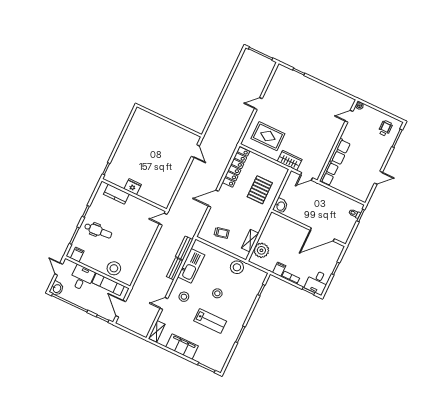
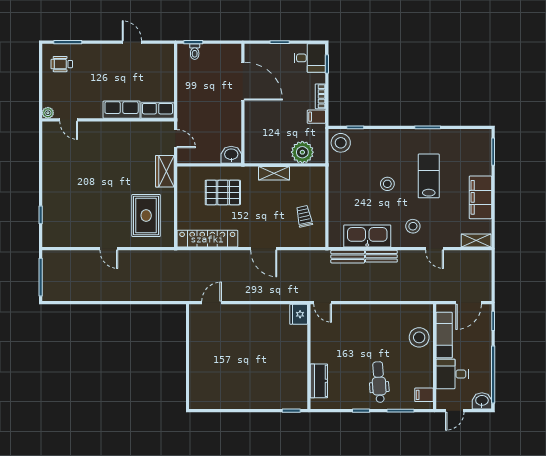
fridge: (133, 187) -> (299, 314), moved
shelving: (250, 241) -> (274, 173), moved
stool: (237, 267) -> (341, 143), moved

